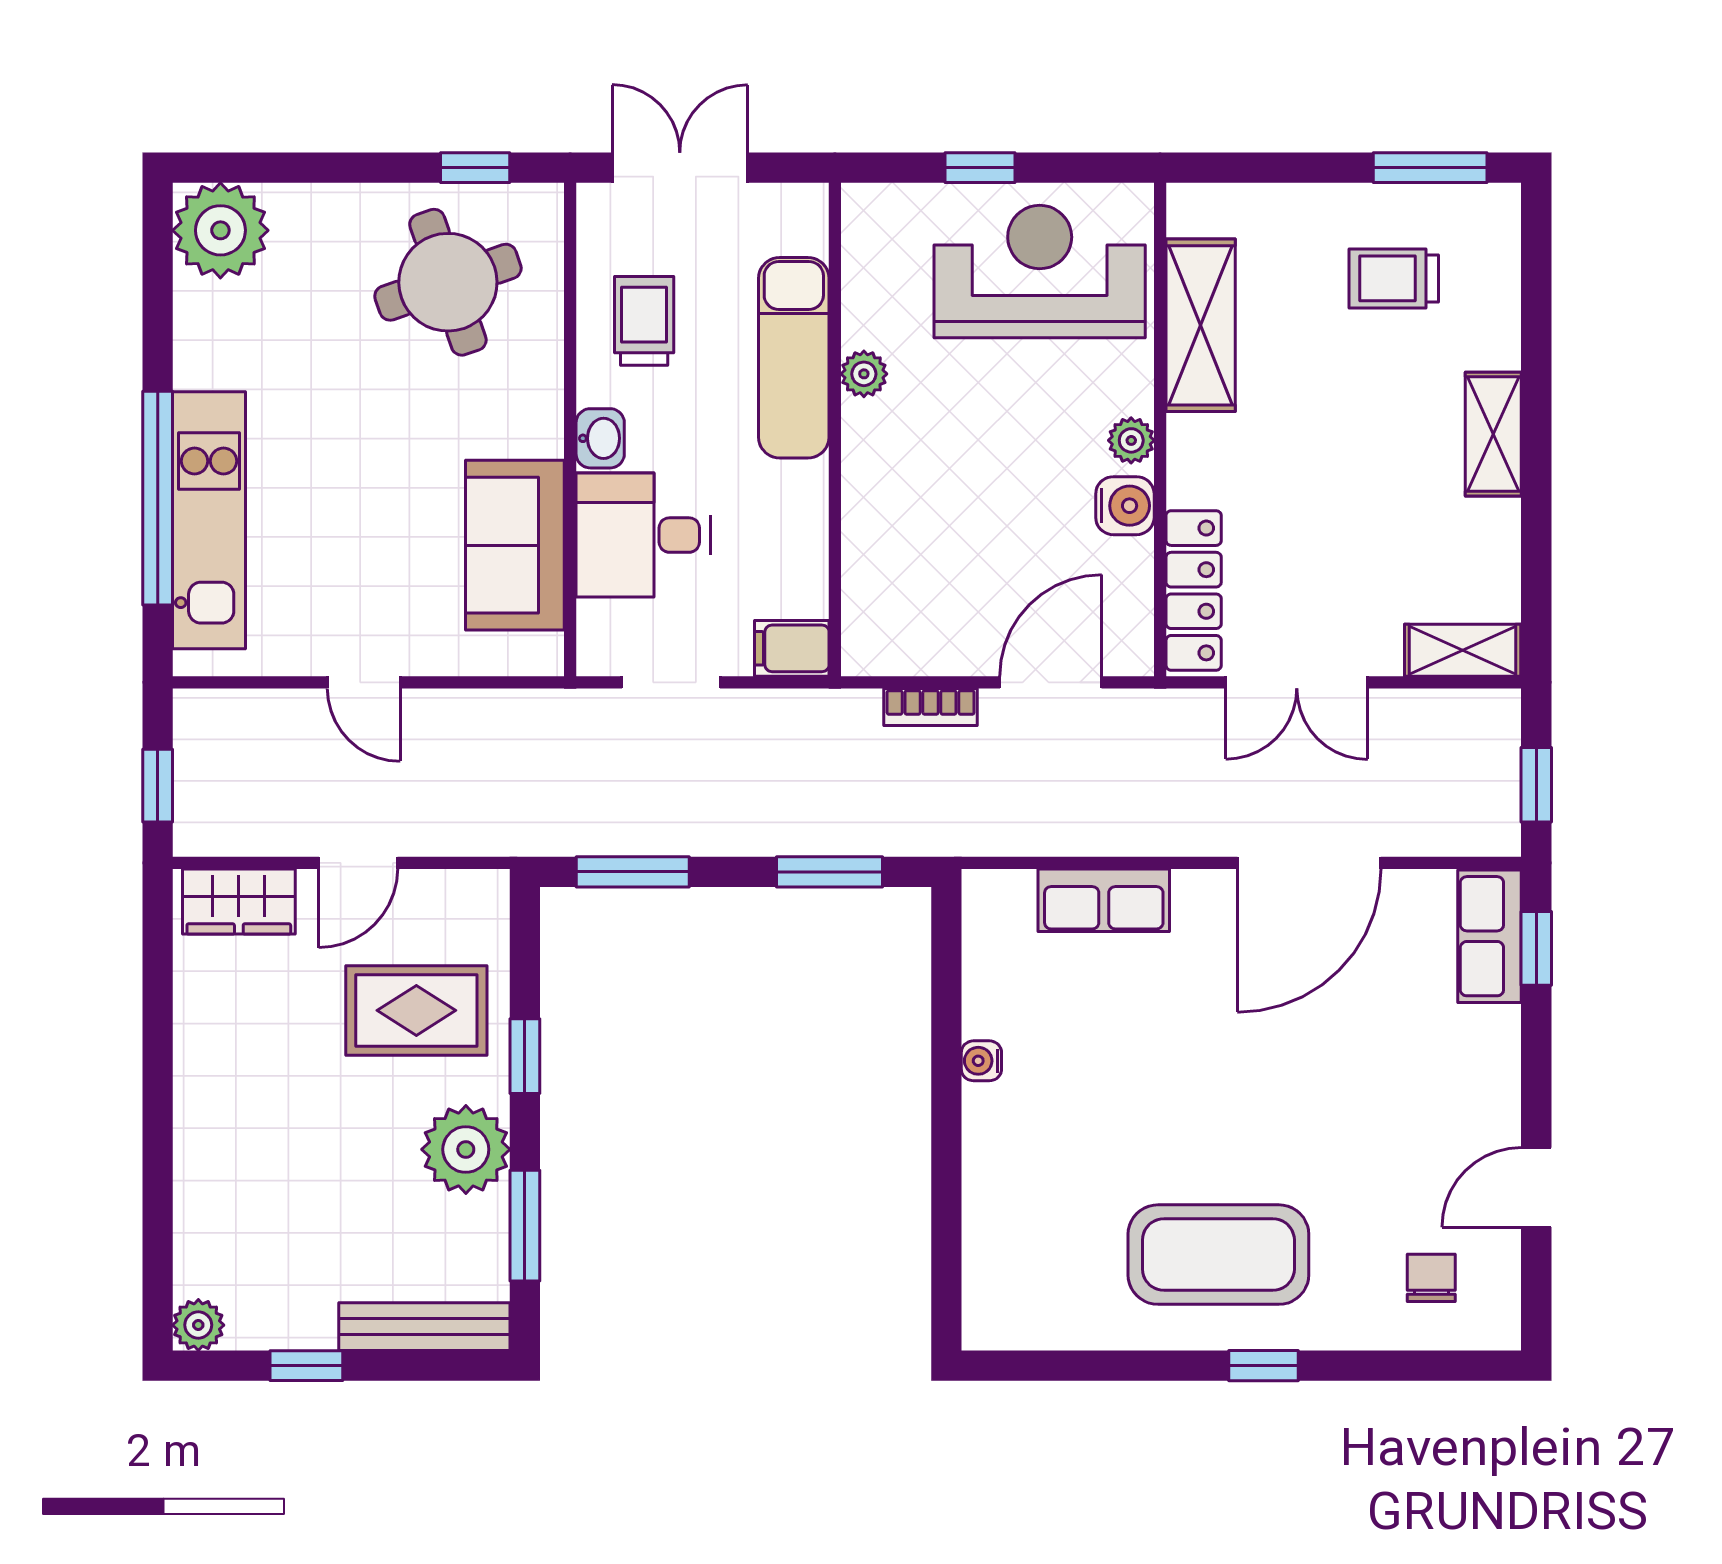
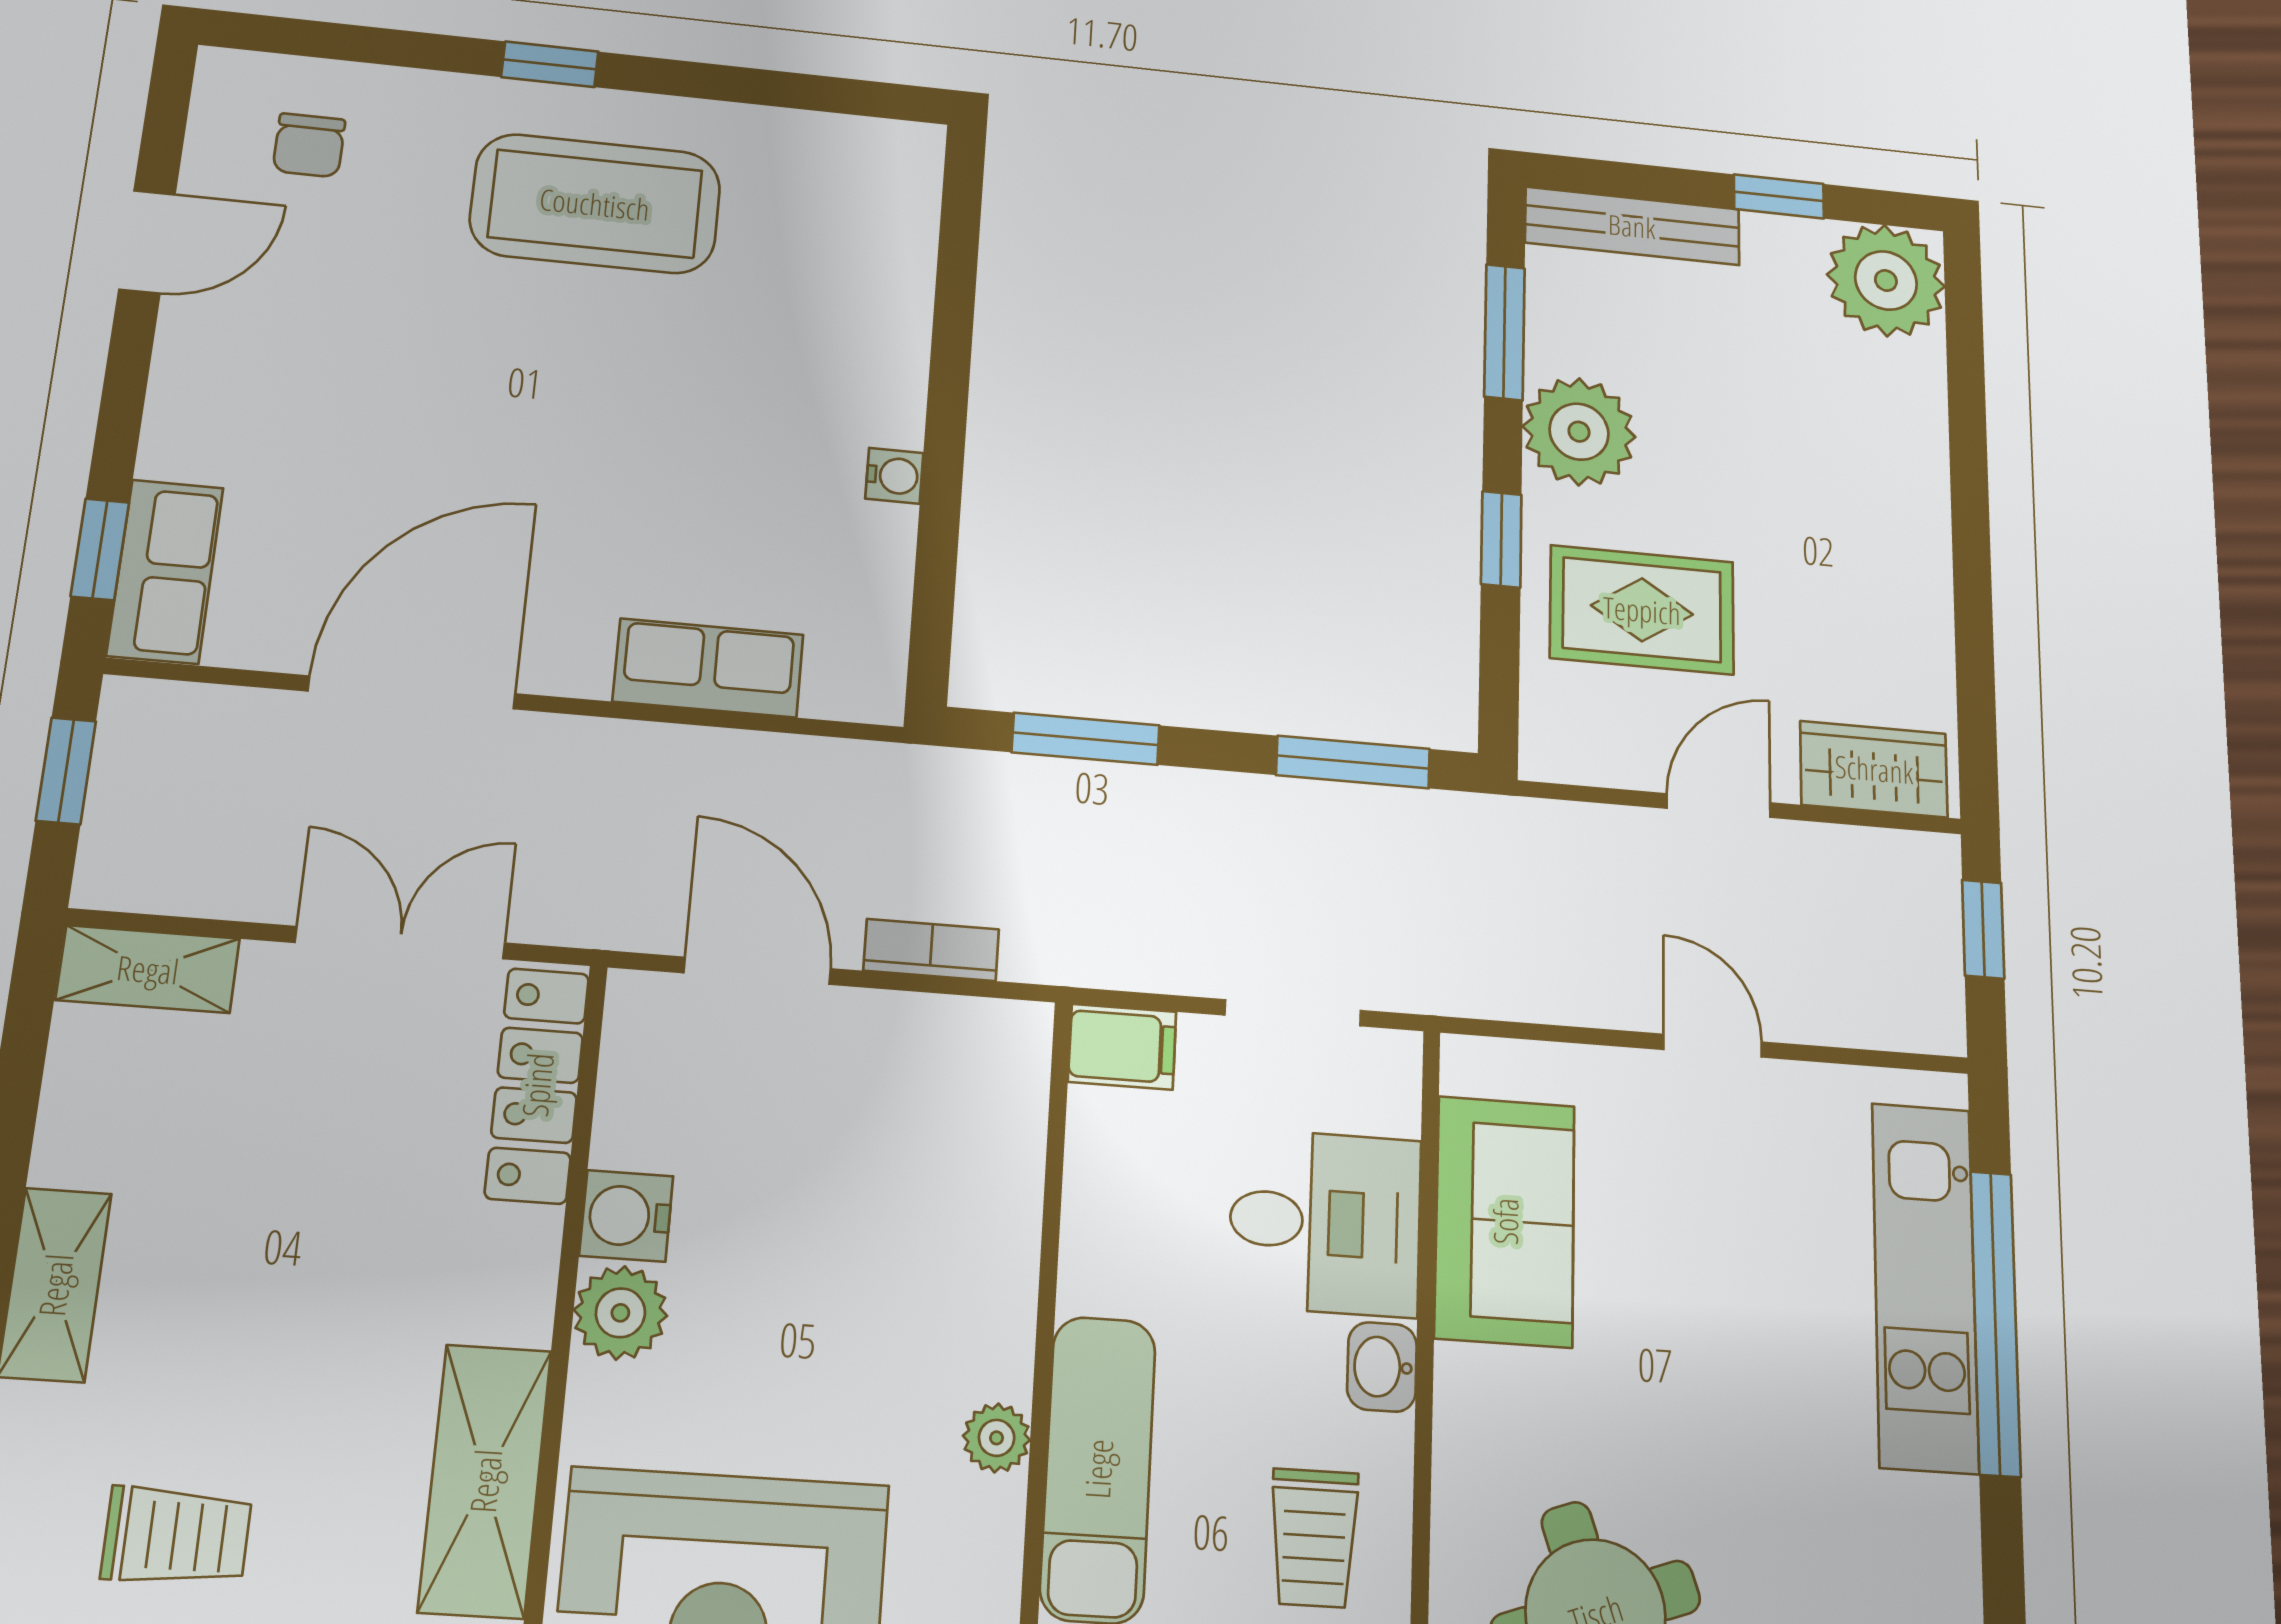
plant: (1131, 440) -> (620, 1313), width x1.38, depth x1.38
door: (1051, 682) -> (757, 971), swing flipped
plant: (198, 1325) -> (1886, 281), width x1.88, depth x1.88

